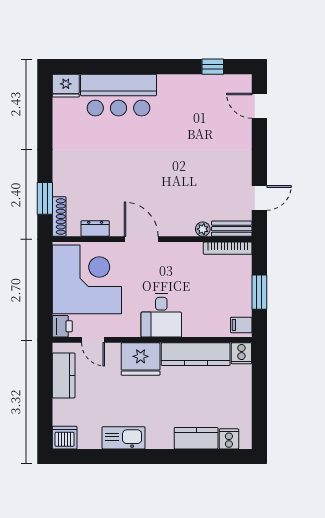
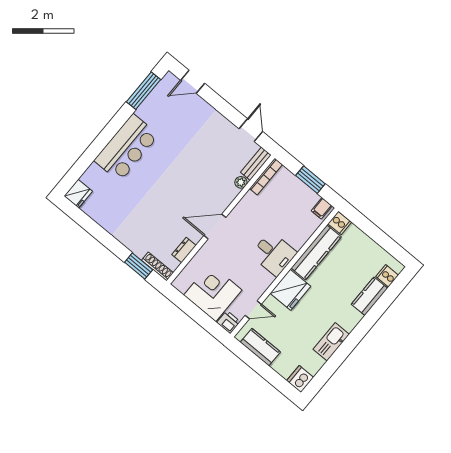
window: (213, 67) -> (143, 91), width x2.17
bar counter: (119, 95) -> (126, 148), moved
corner desk: (87, 279) -> (213, 293), width x0.74, depth x0.74

